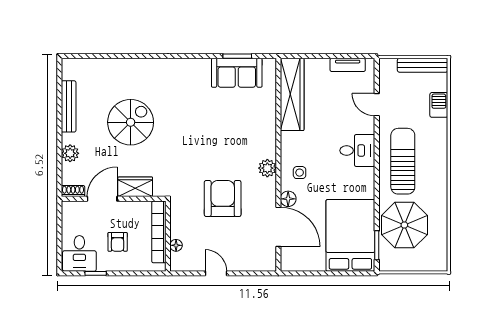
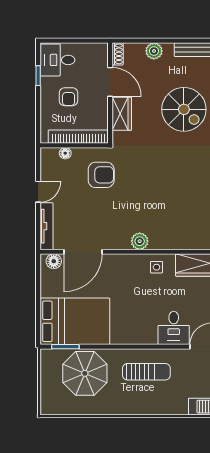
desk: (357, 150) -> (174, 328), moved
sun lounger: (403, 161) -> (146, 372), width x0.73, depth x0.75
side table: (300, 173) -> (157, 267), moved
armchair: (223, 198) -> (101, 175), moved, width x0.73, depth x0.73
floor lamp: (288, 199) -> (54, 261), moved
armchair: (118, 242) -> (69, 97), turned -90
tv unit: (252, 265) -> (46, 226), added

